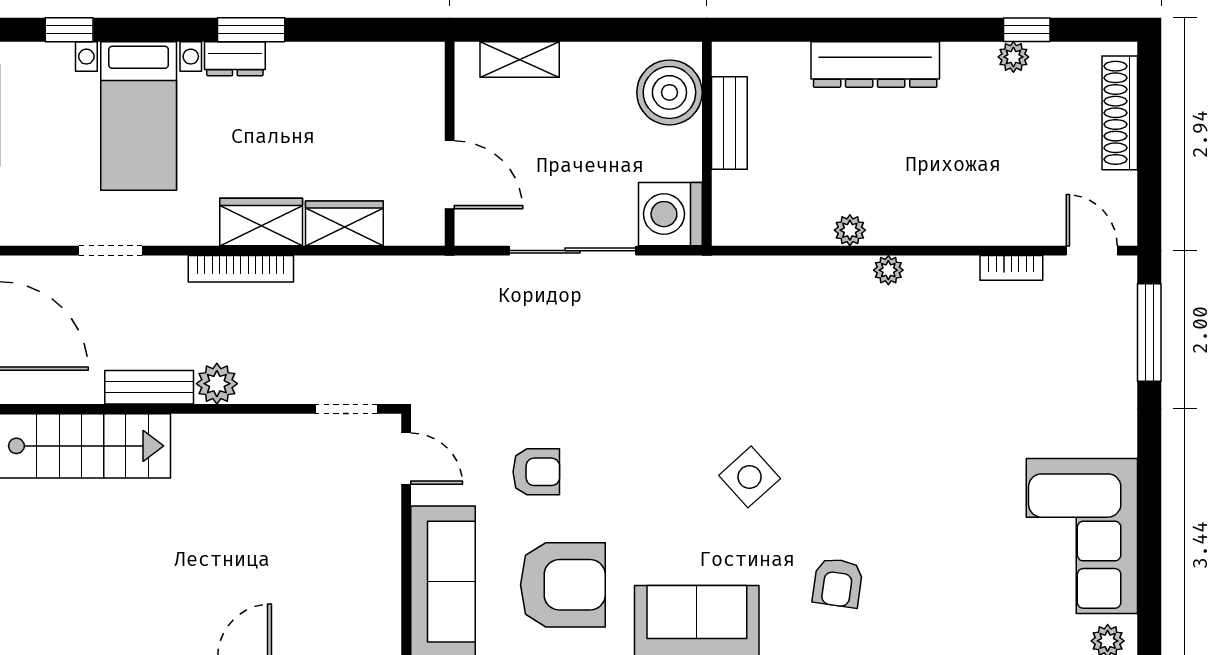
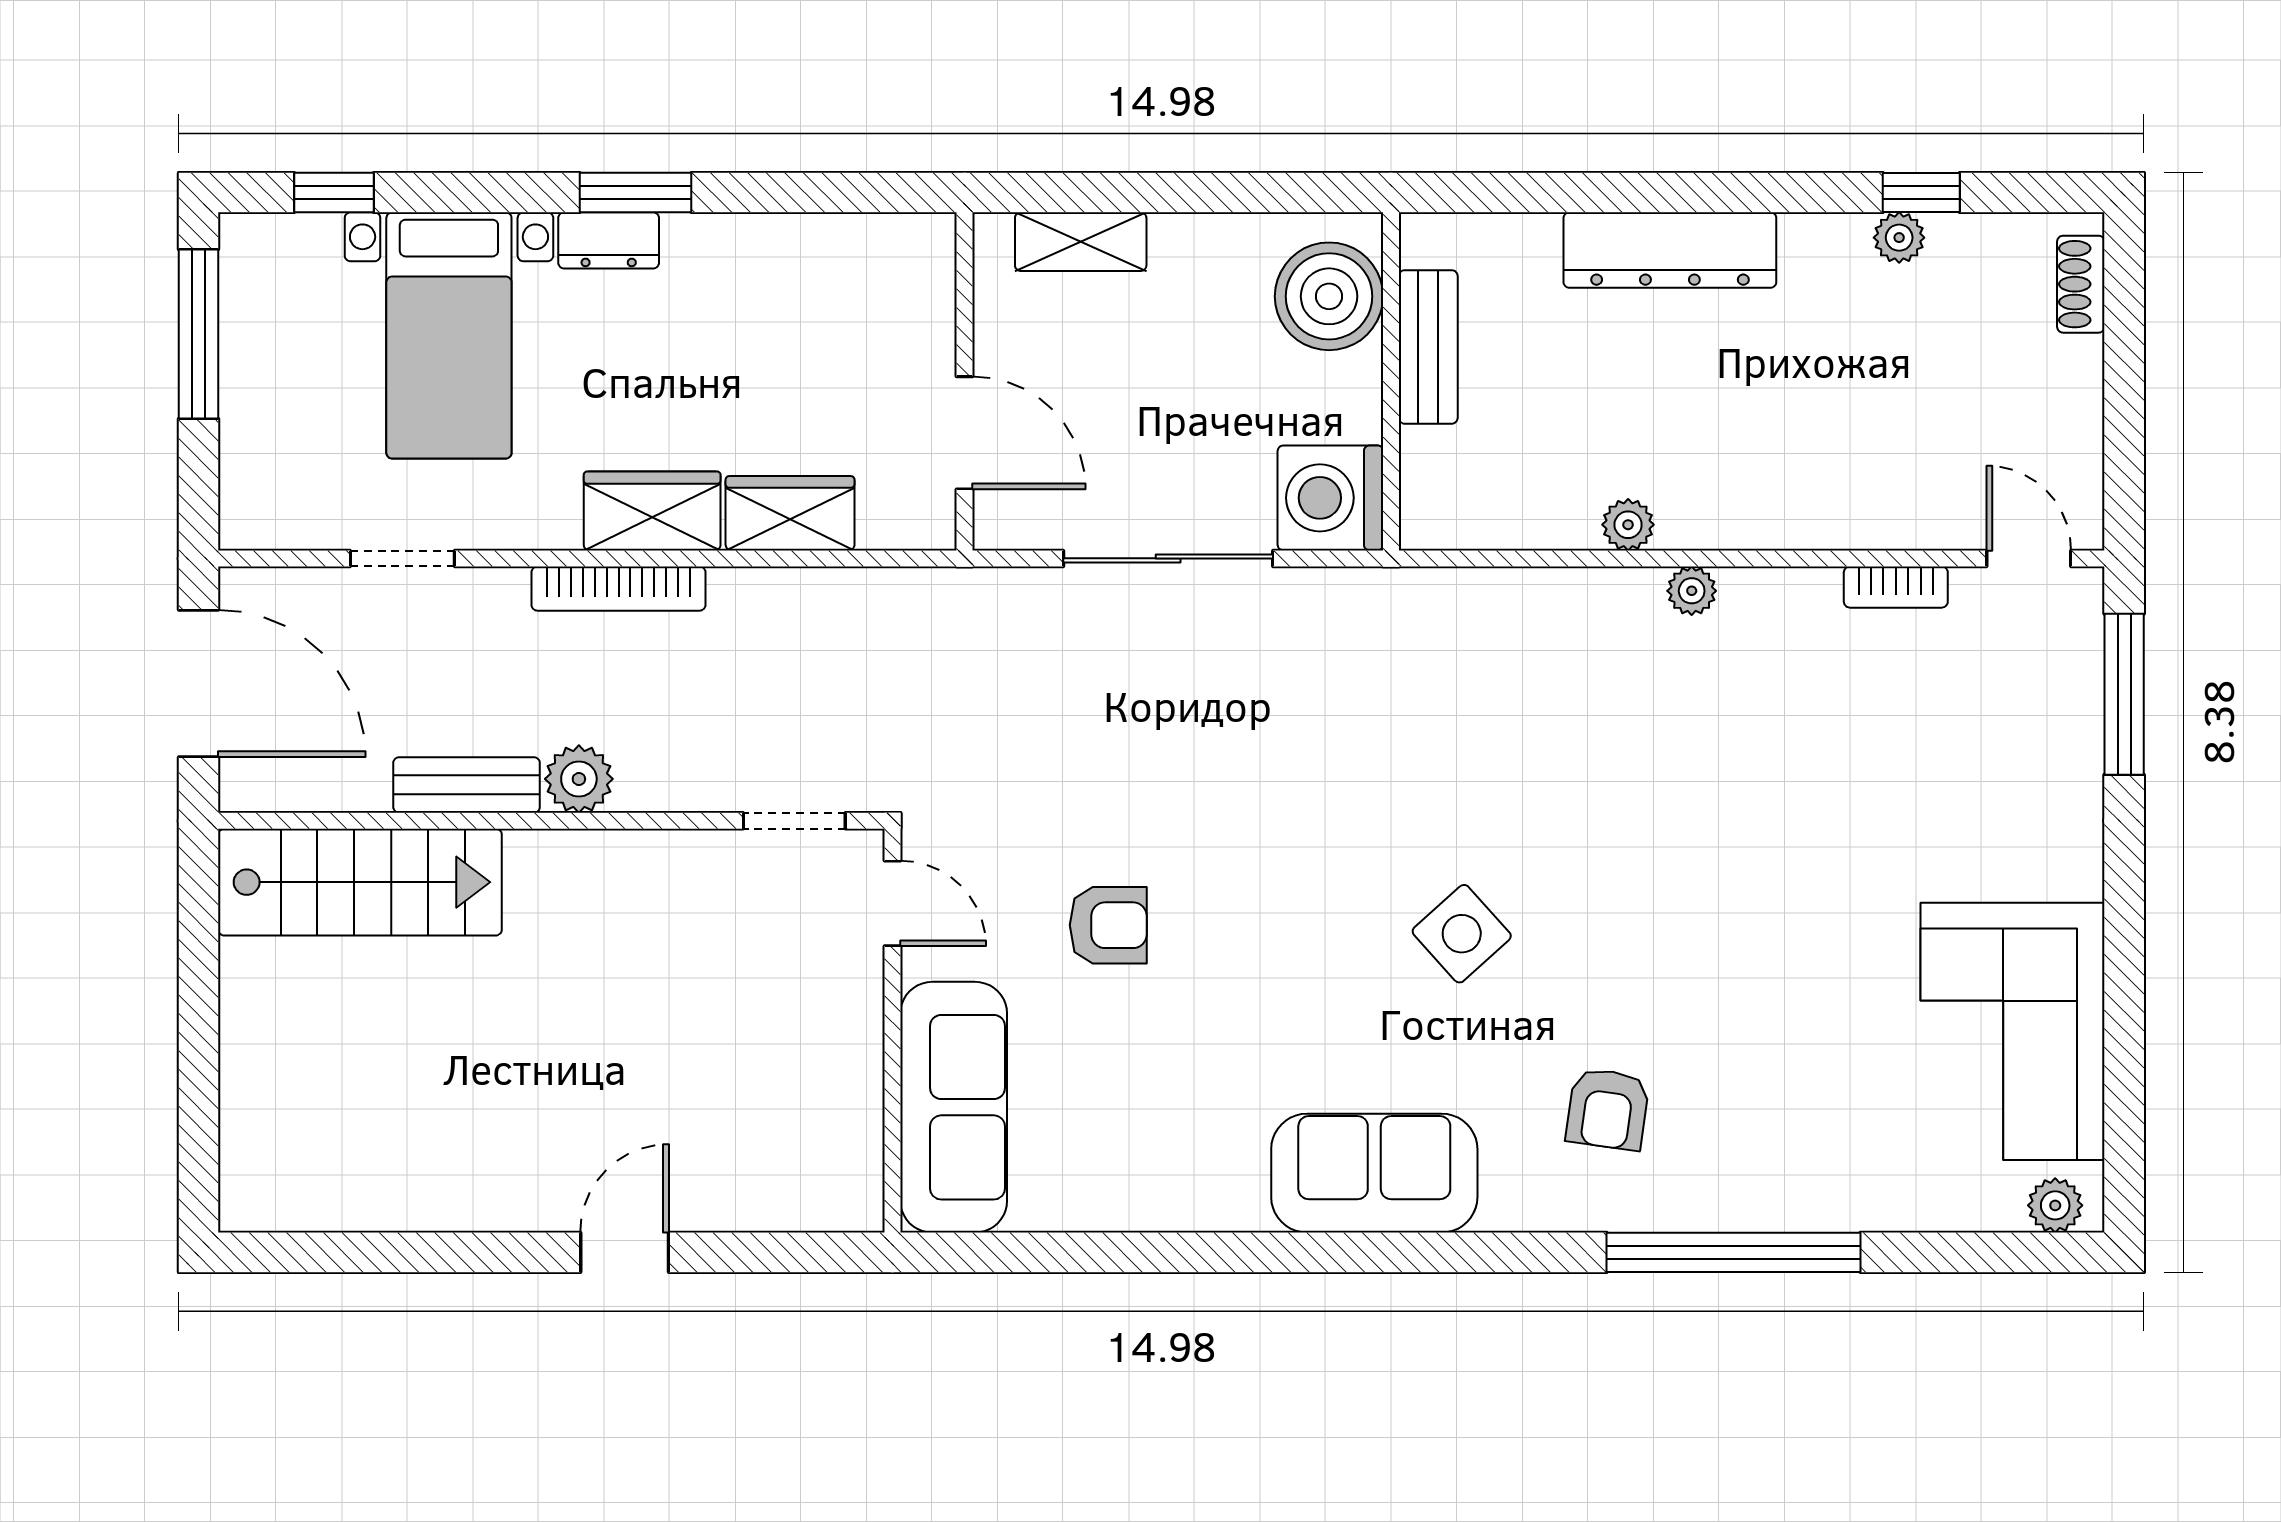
shoe rack: (1120, 113) -> (2081, 284), width x0.51, depth x0.81
armchair: (563, 585) -> (1152, 1112), removed

